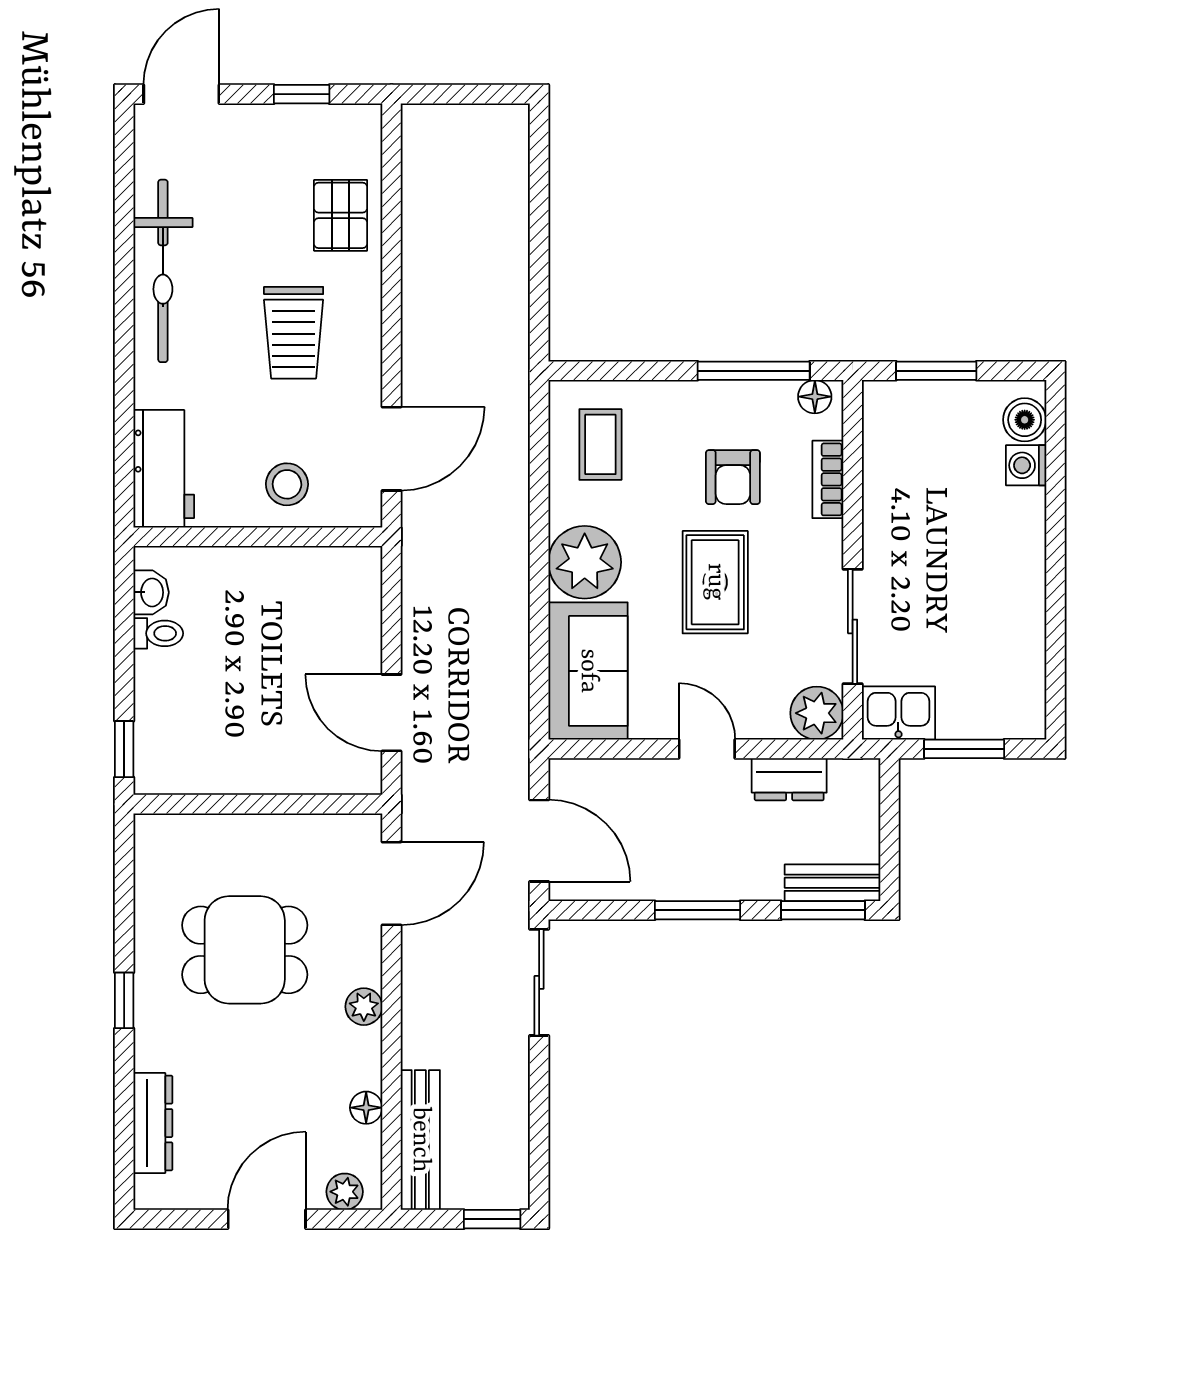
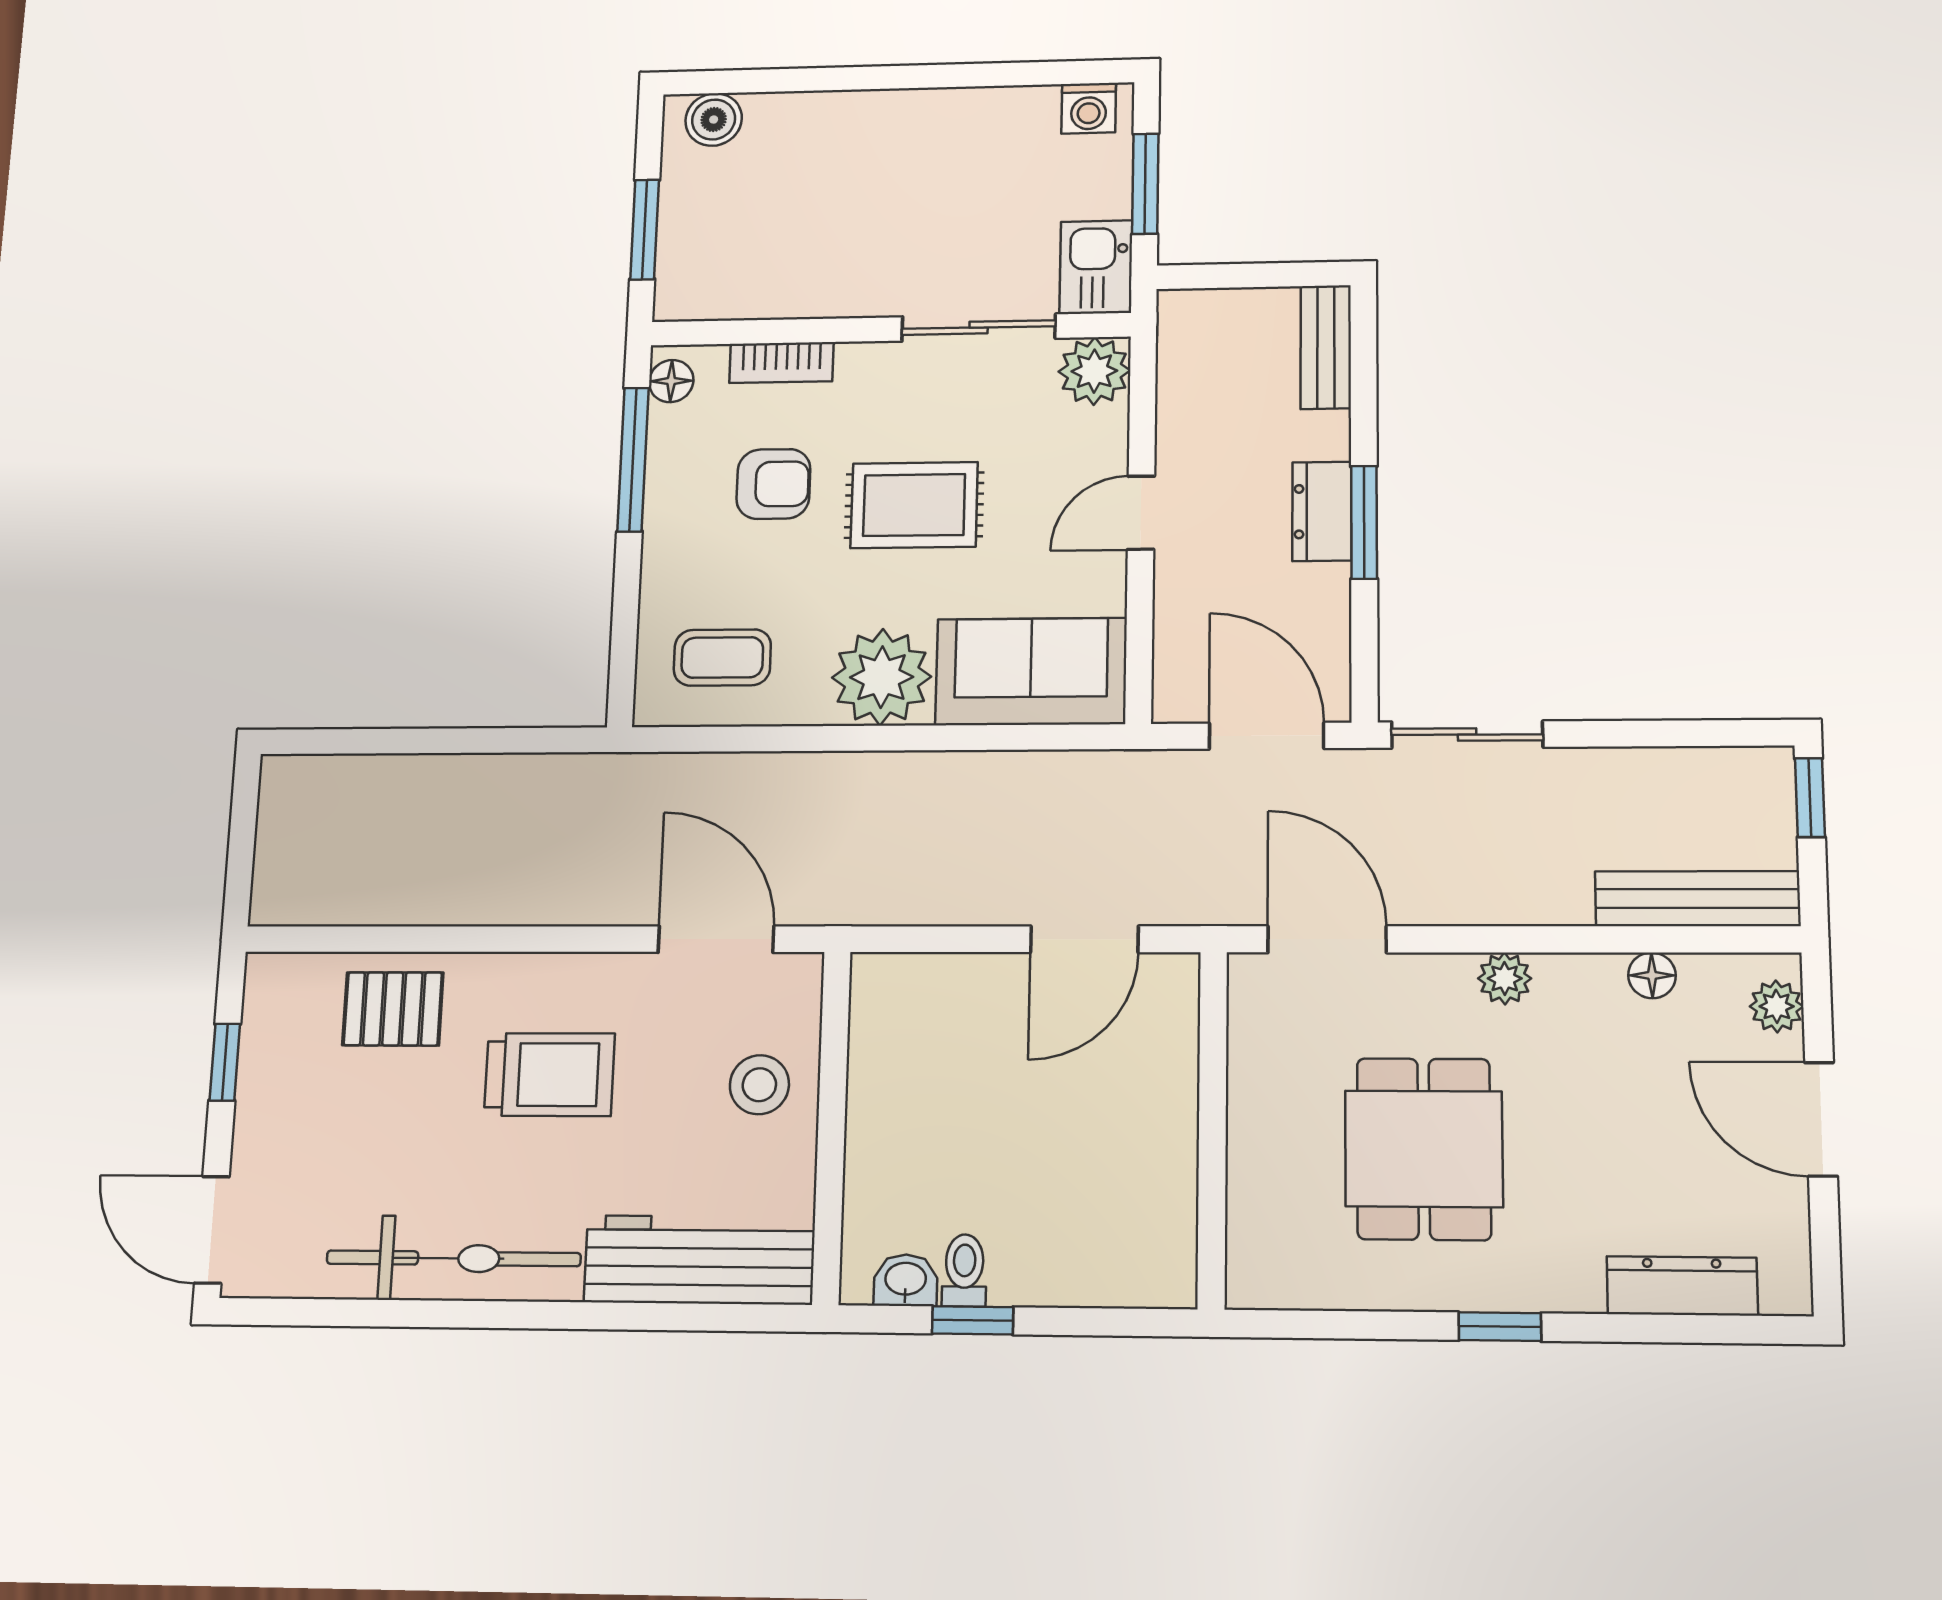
washing machine: (1026, 465) -> (1089, 108), moved
workbench: (164, 469) -> (699, 1260), width x1.37
window: (124, 749) -> (973, 1320), moved
dresser: (789, 779) -> (1322, 511), moved, turned 180
door: (539, 841) -> (1266, 736), hinge flipped
window: (823, 910) -> (1364, 358), removed

